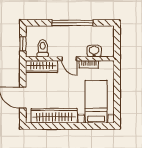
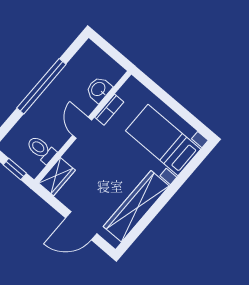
door: (69, 59) -> (82, 128), swing flipped
wardrobe: (41, 67) -> (57, 177), width x0.67

